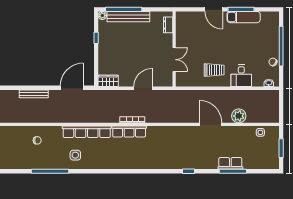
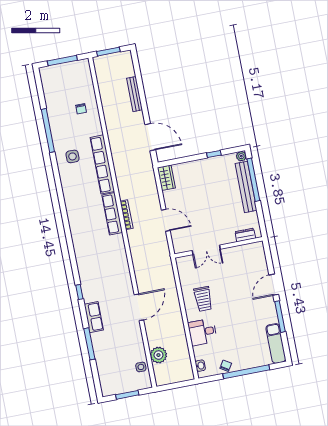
exam couch: (244, 17) -> (276, 343), moved
plant: (239, 116) -> (158, 355), moved
row of seats: (230, 163) -> (94, 317), moved

